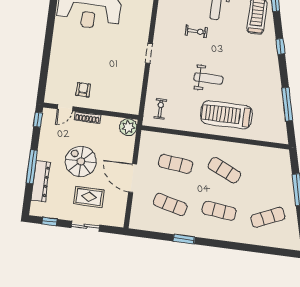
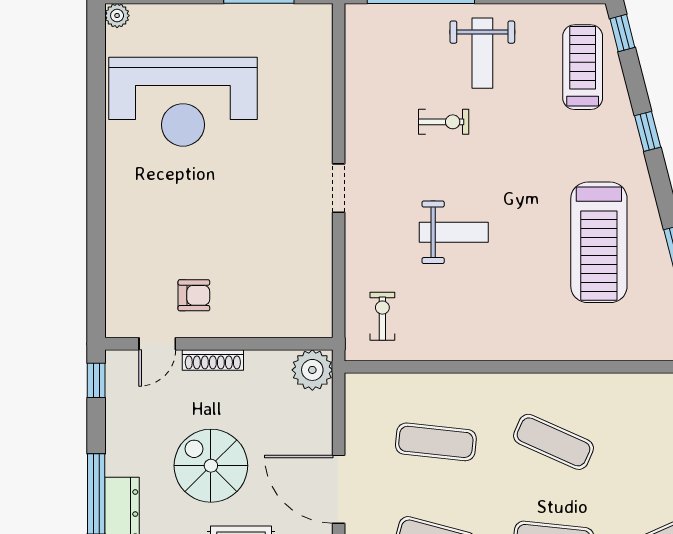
weight bench: (208, 79) -> (454, 232), moved
armchair: (83, 90) -> (194, 295), turned 90
treadmill: (226, 115) -> (599, 242), moved, turned -90

